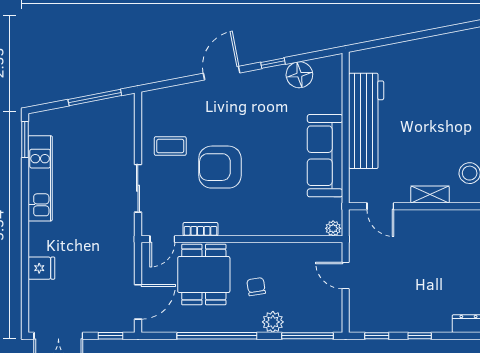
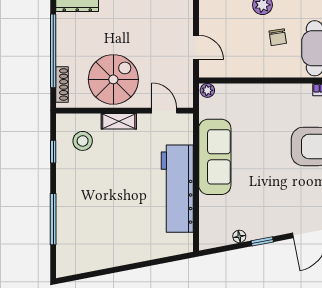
floor lamp: (299, 75) -> (239, 236), width x0.53, depth x0.53
spiral stairs: (436, 240) -> (113, 79), added

